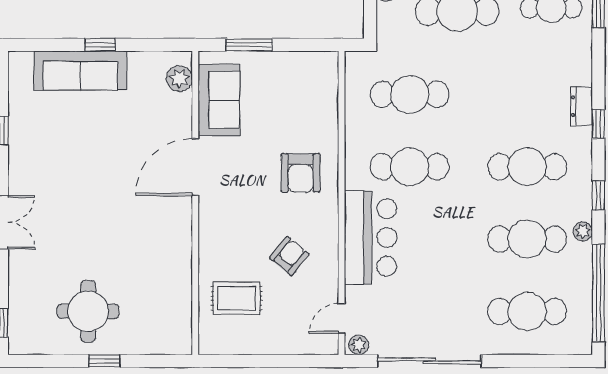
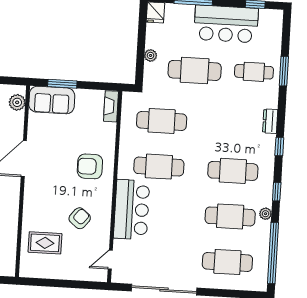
fireplace: (328, 76) -> (111, 106), added
sofa: (219, 100) -> (52, 100), moved, turned 90
dresser: (581, 106) -> (270, 121), moved
armchair: (301, 173) -> (90, 166), turned 90
plant: (359, 345) -> (120, 277), removed

